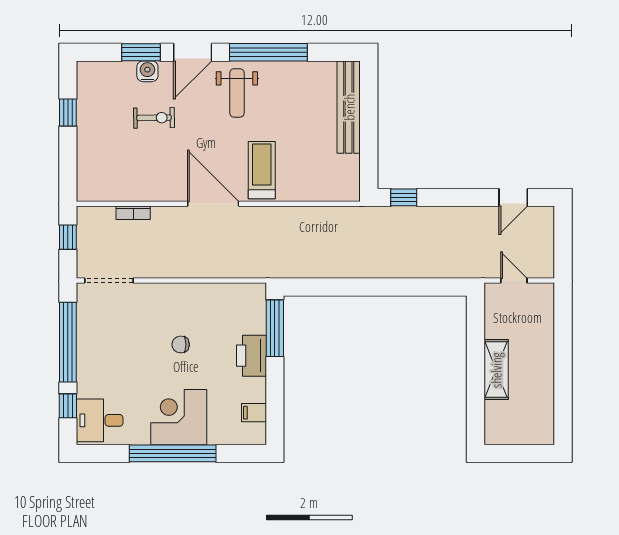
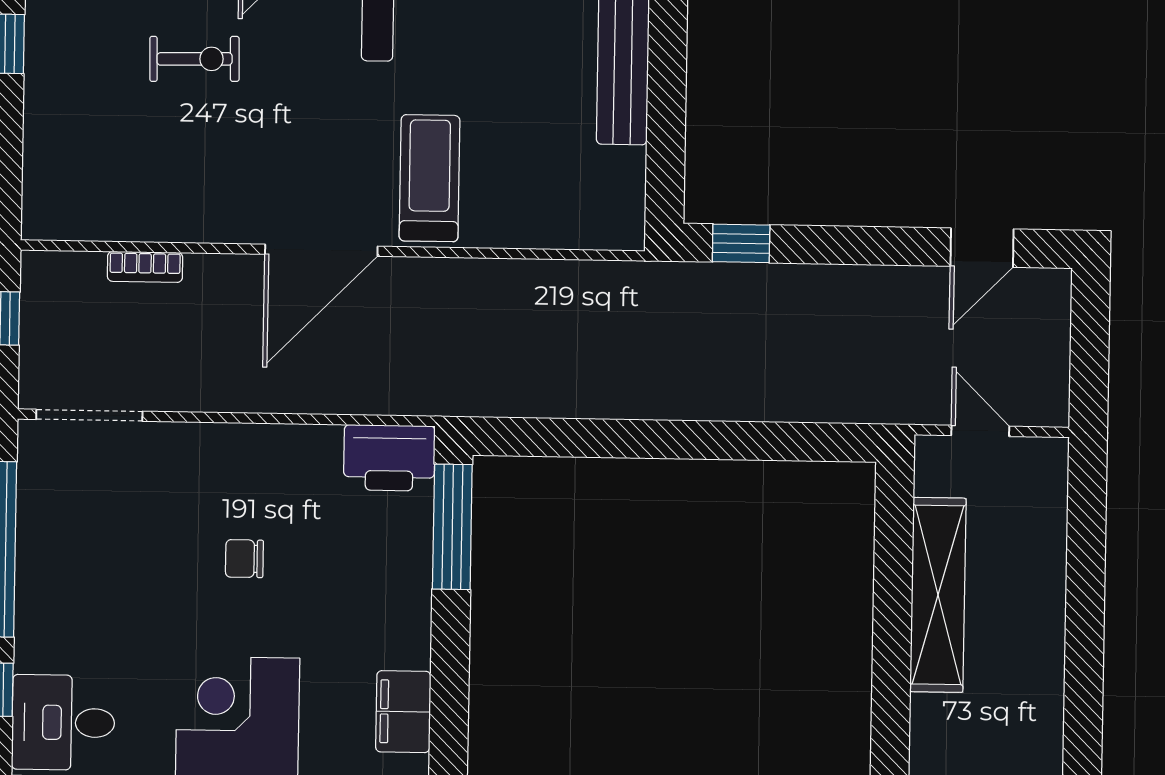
door: (213, 204) -> (321, 250), swing flipped
printer: (251, 356) -> (389, 458), moved, turned -90
shelving: (496, 370) -> (938, 595), width x1.47
filing cabinet: (254, 413) -> (403, 712), width x2.00

